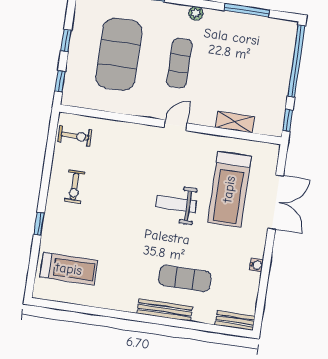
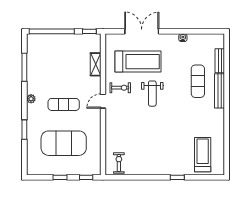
door: (176, 125) -> (103, 101), hinge flipped
exercise bike: (75, 187) -> (120, 88), moved
bench: (235, 321) -> (220, 61), moved

